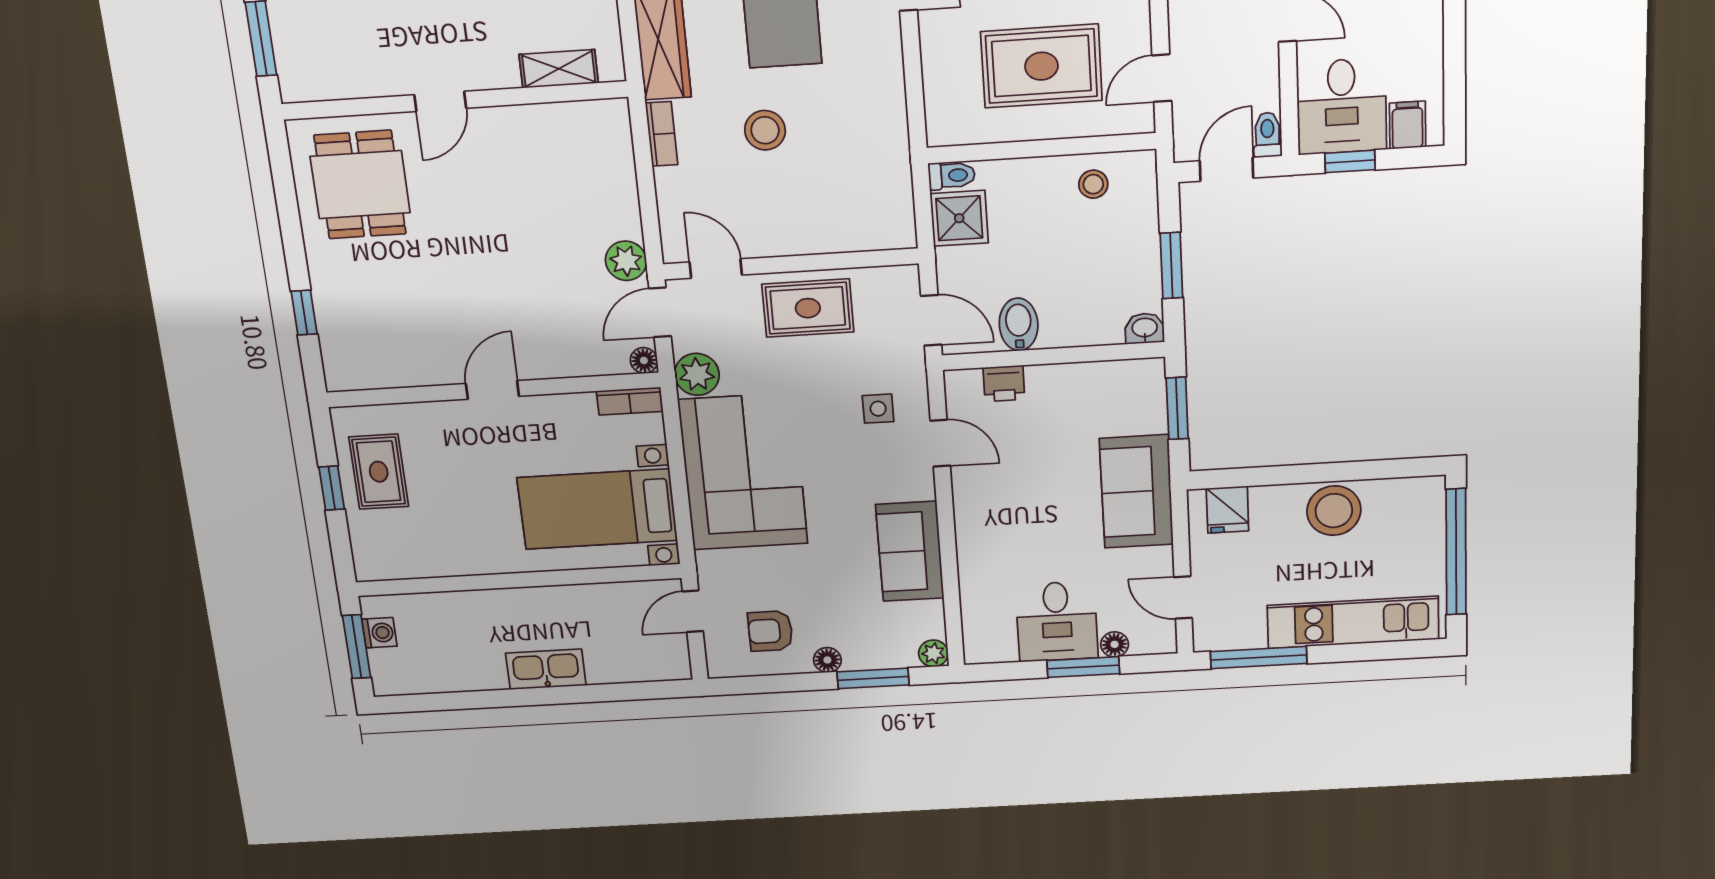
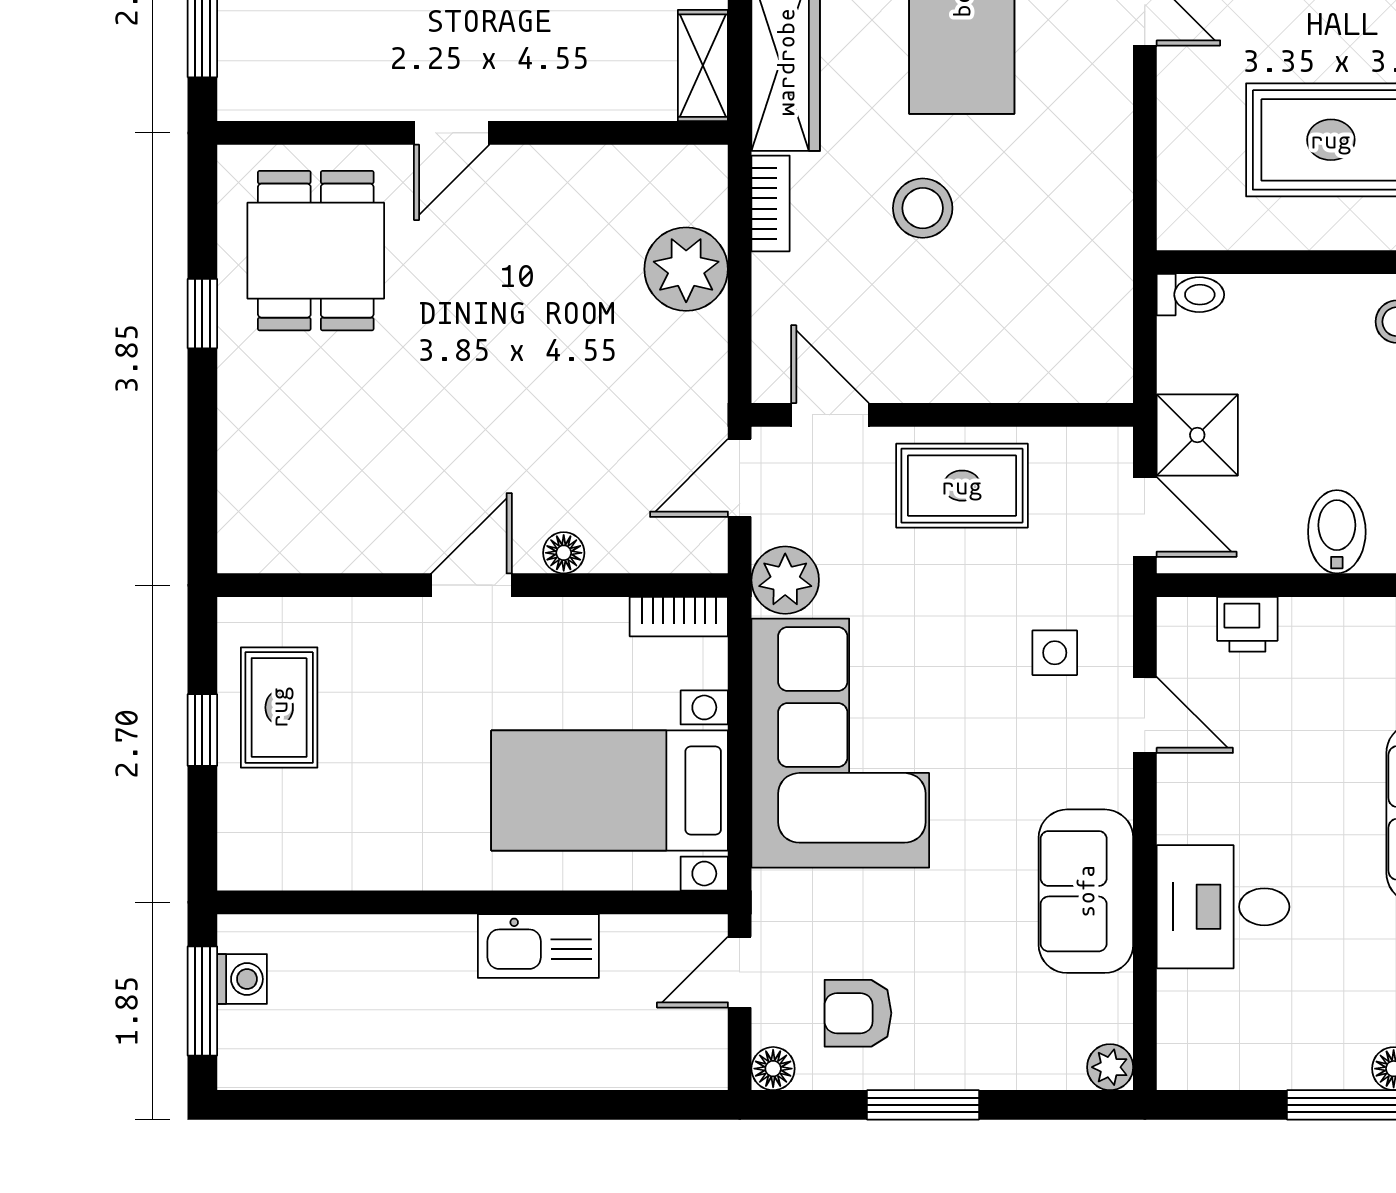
shelving: (559, 69) -> (703, 66), moved, turned 90
shower: (959, 218) -> (1197, 435), moved
plant: (626, 261) -> (686, 269), moved, width x1.36, depth x1.36
window: (304, 313) -> (202, 314), moved
bidet: (1019, 324) -> (1337, 532), moved
floor lamp: (644, 361) -> (564, 553), moved
desk: (1057, 621) -> (1223, 907), moved, turned 90
floor lamp: (827, 660) -> (773, 1069), moved
kitchen sink: (546, 669) -> (538, 946), moved, turned 180
window: (873, 678) -> (923, 1105), moved

